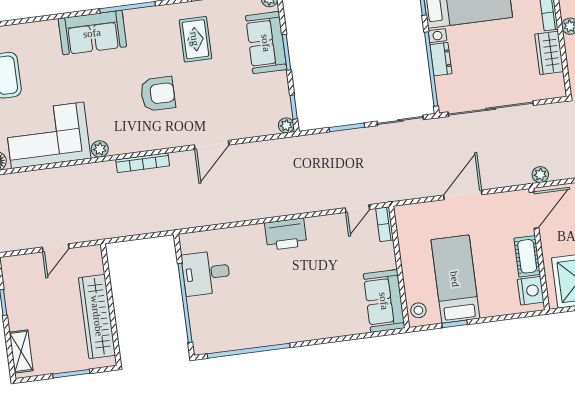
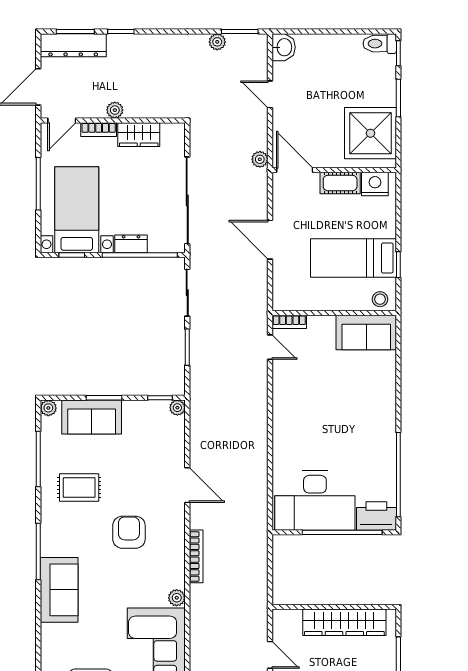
printer: (286, 234) -> (376, 516), moved, turned -90
desk: (206, 273) -> (315, 500), width x1.87, depth x1.30

